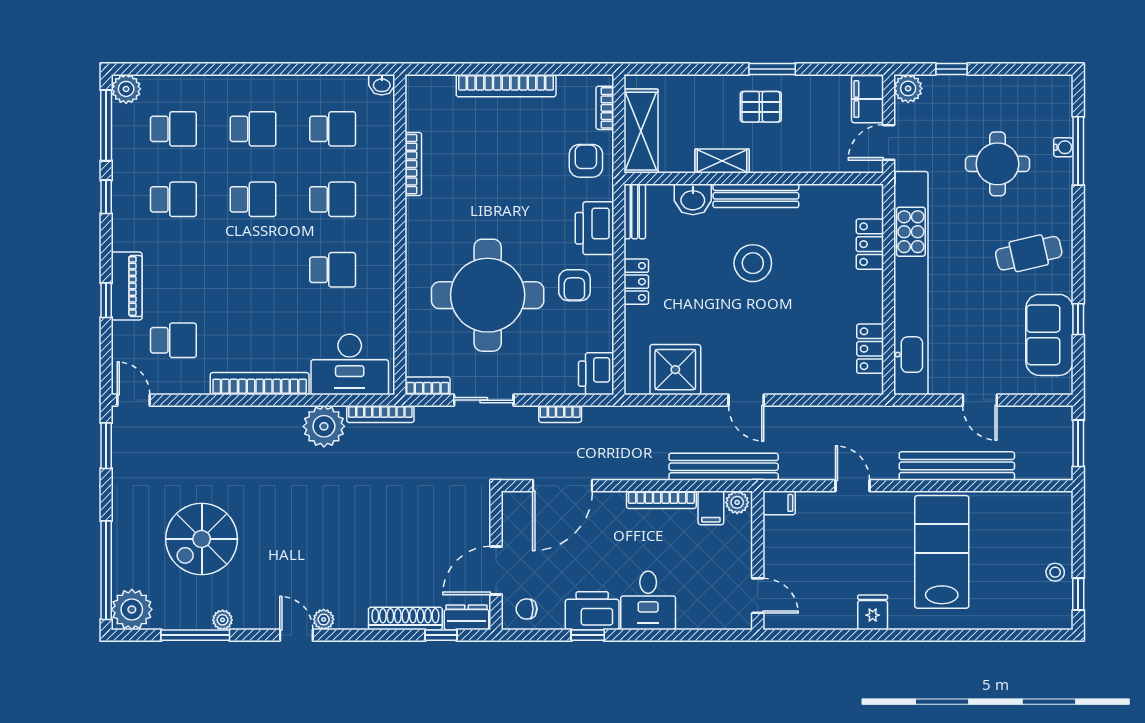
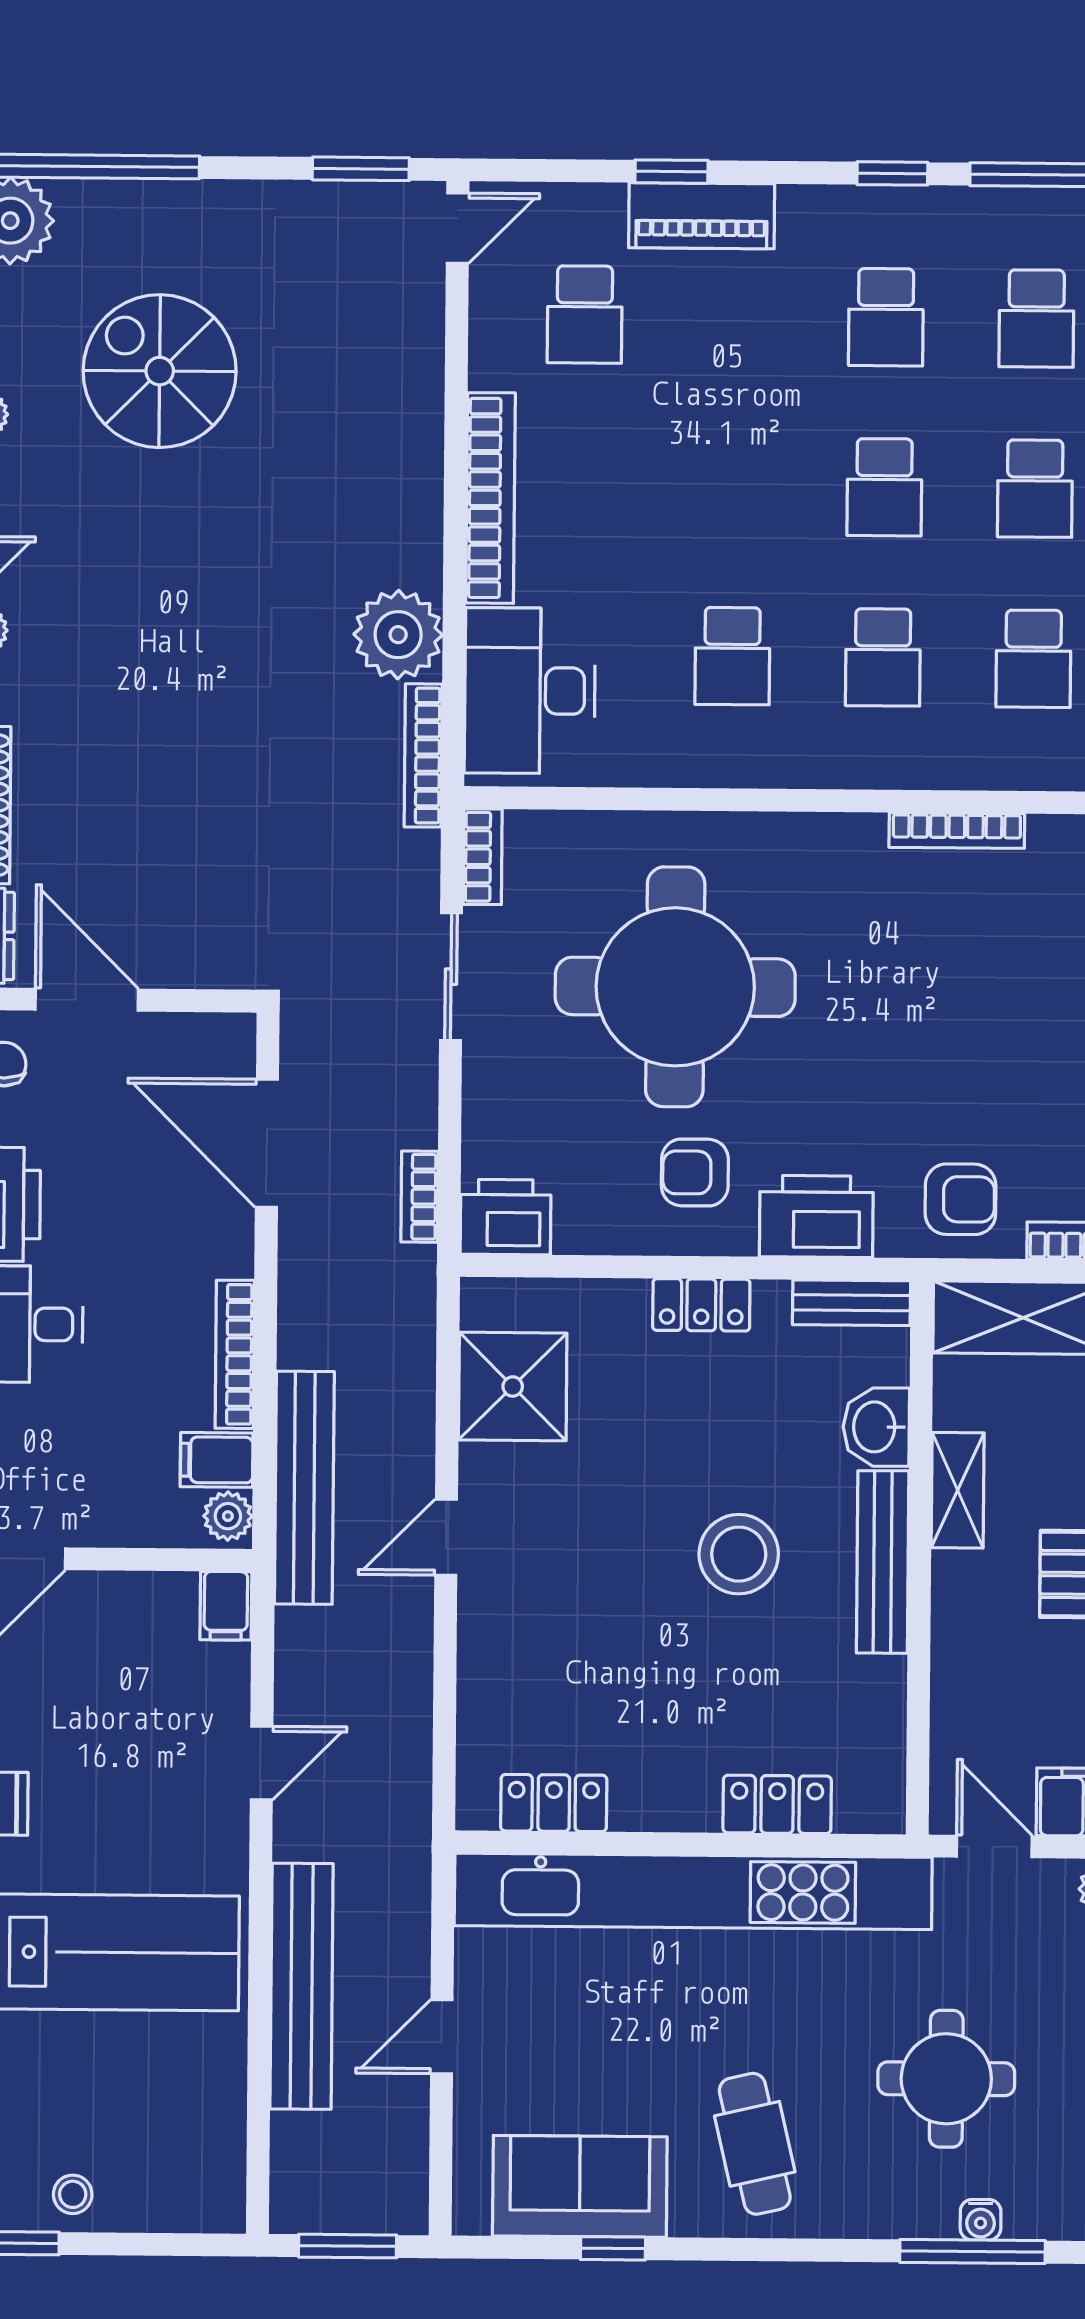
bookcase: (560, 414) -> (419, 1197), moved

